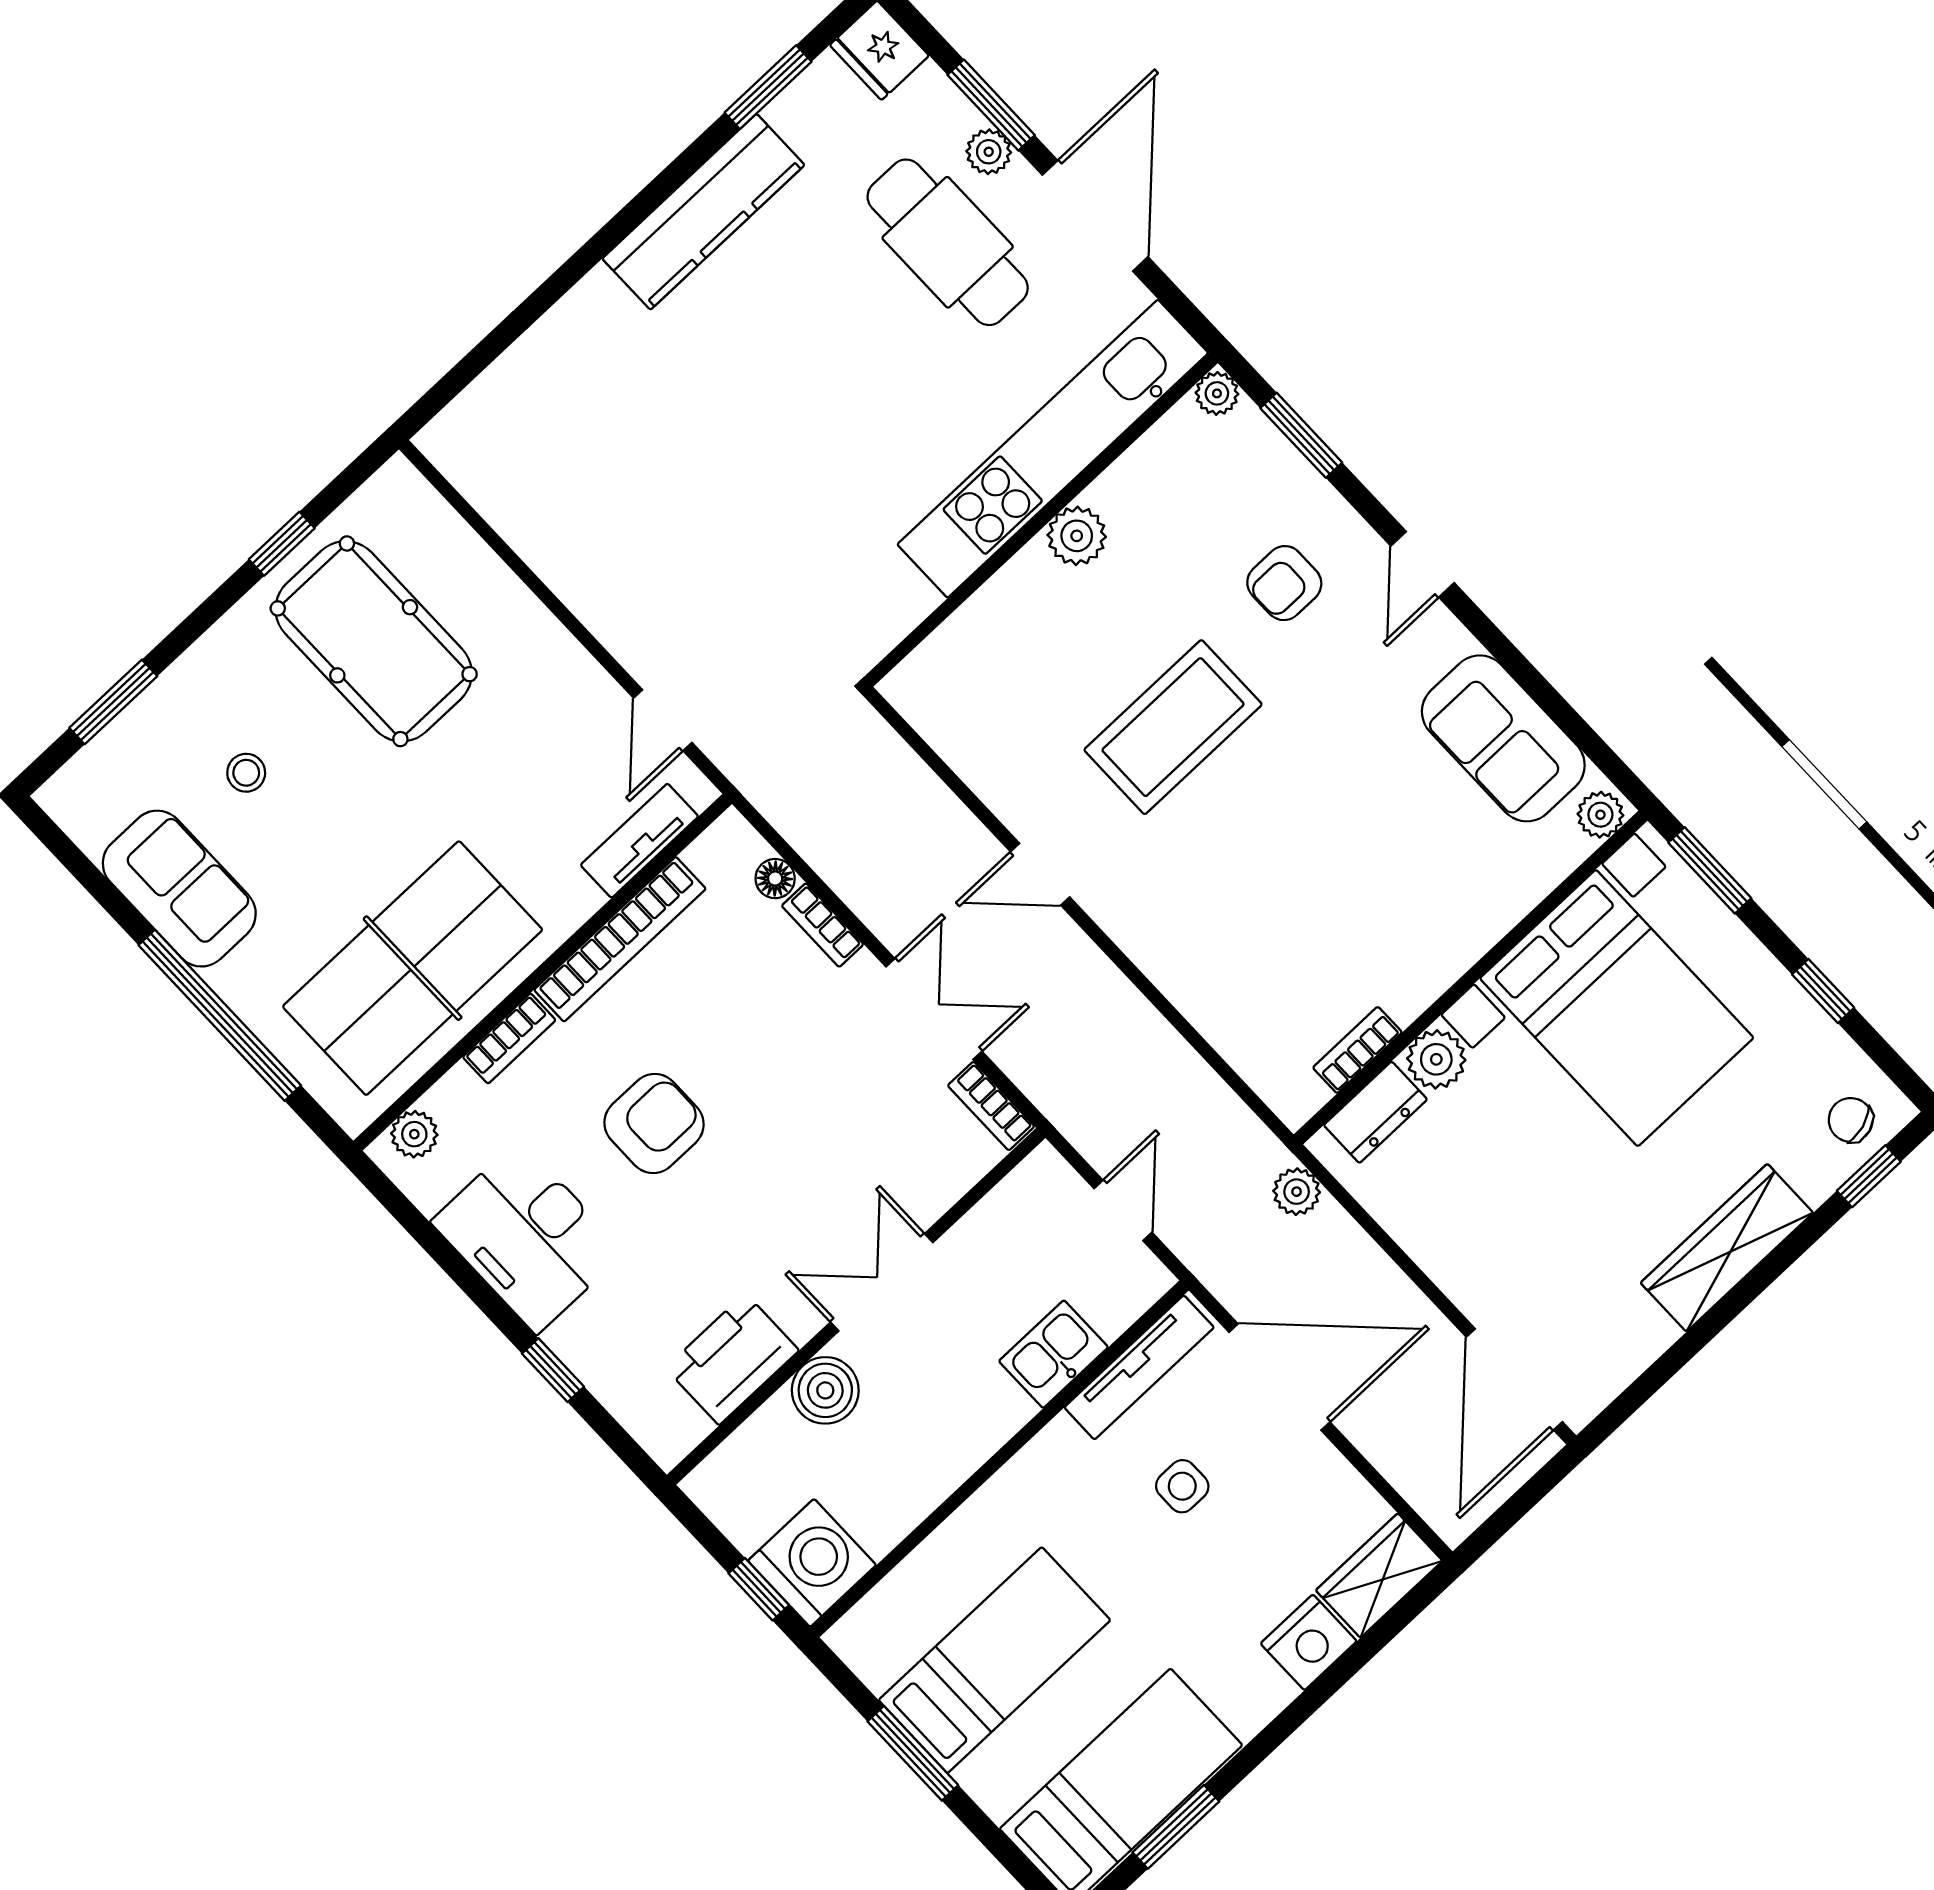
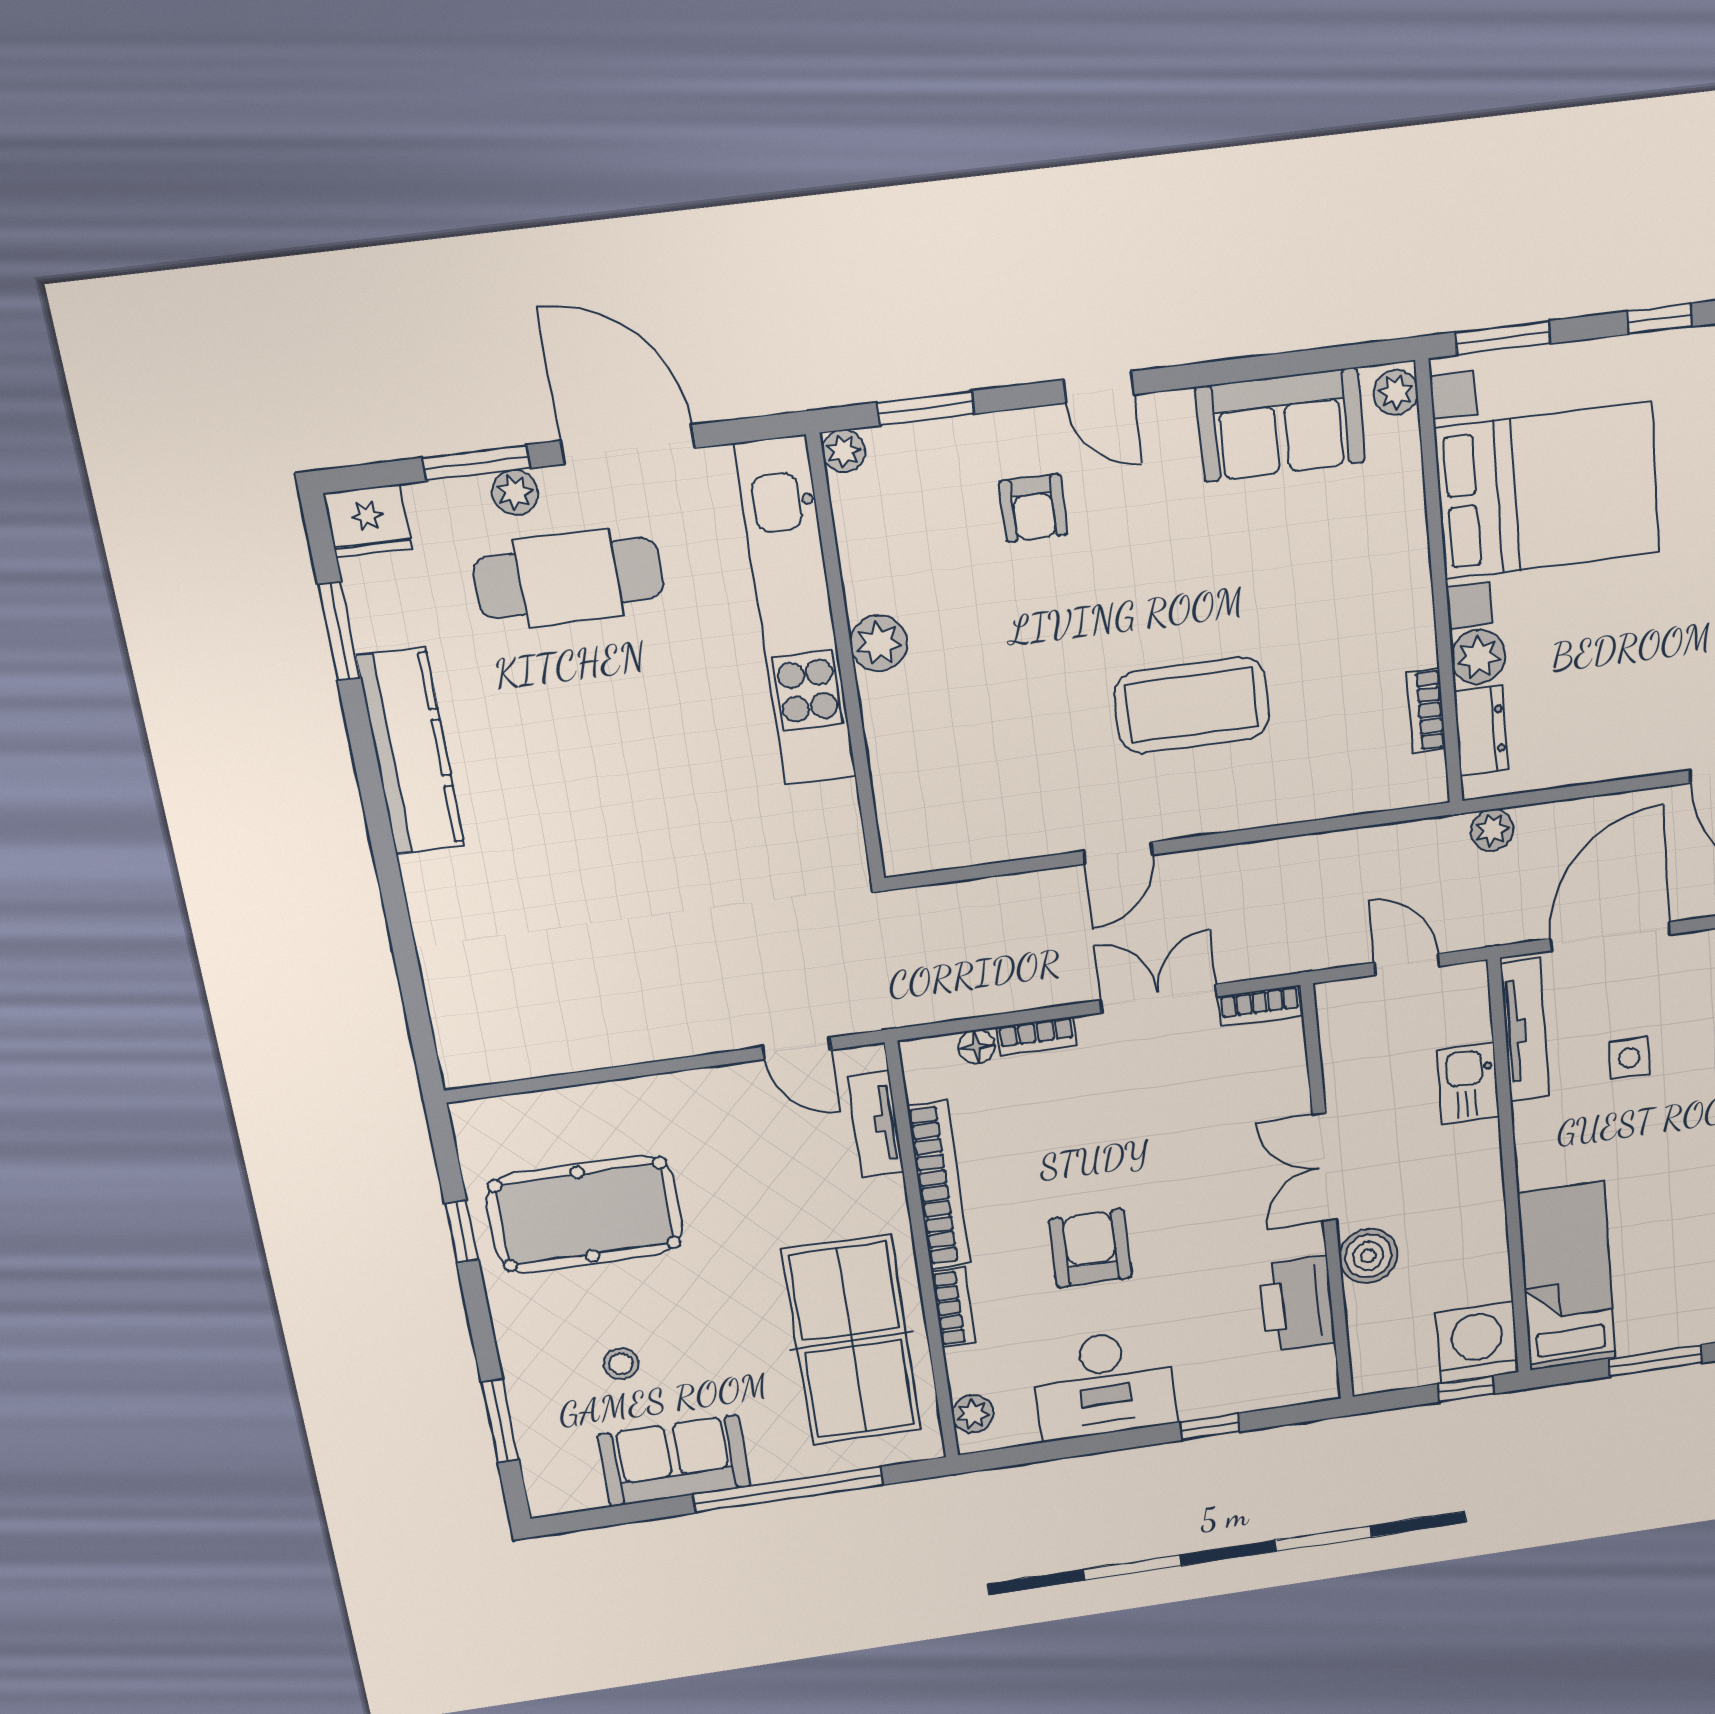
coffee table: (1173, 727) -> (1192, 705), moved, turned 90
bed: (995, 1660) -> (1567, 1276), moved

